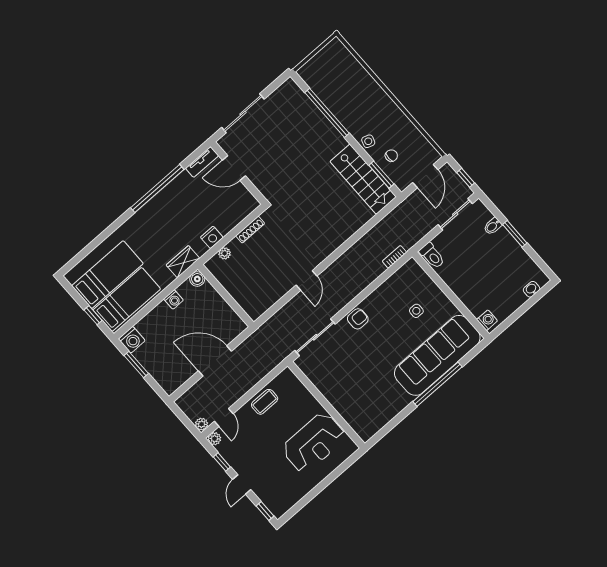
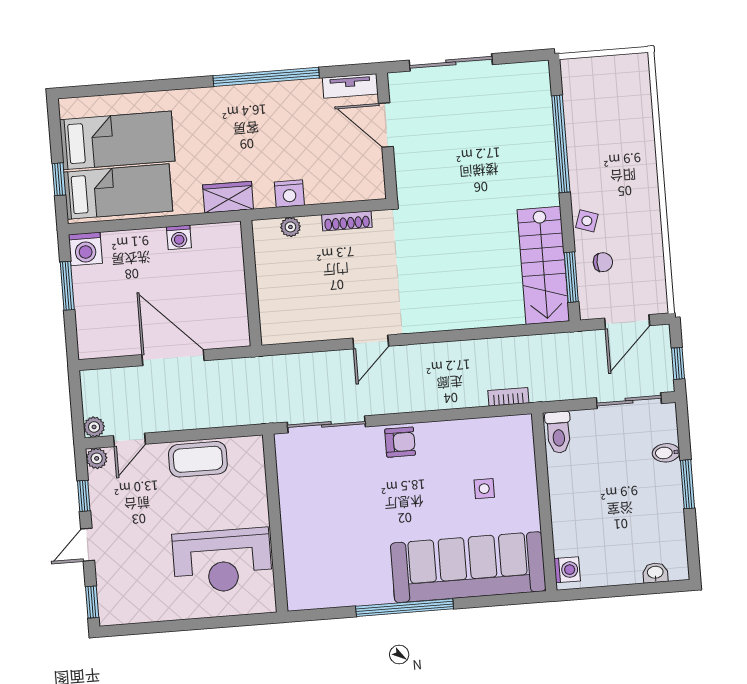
boiler: (197, 279) -> (230, 234), removed
window: (437, 384) -> (405, 608), moved
coffee table: (265, 402) -> (198, 459), width x1.36, depth x1.30

